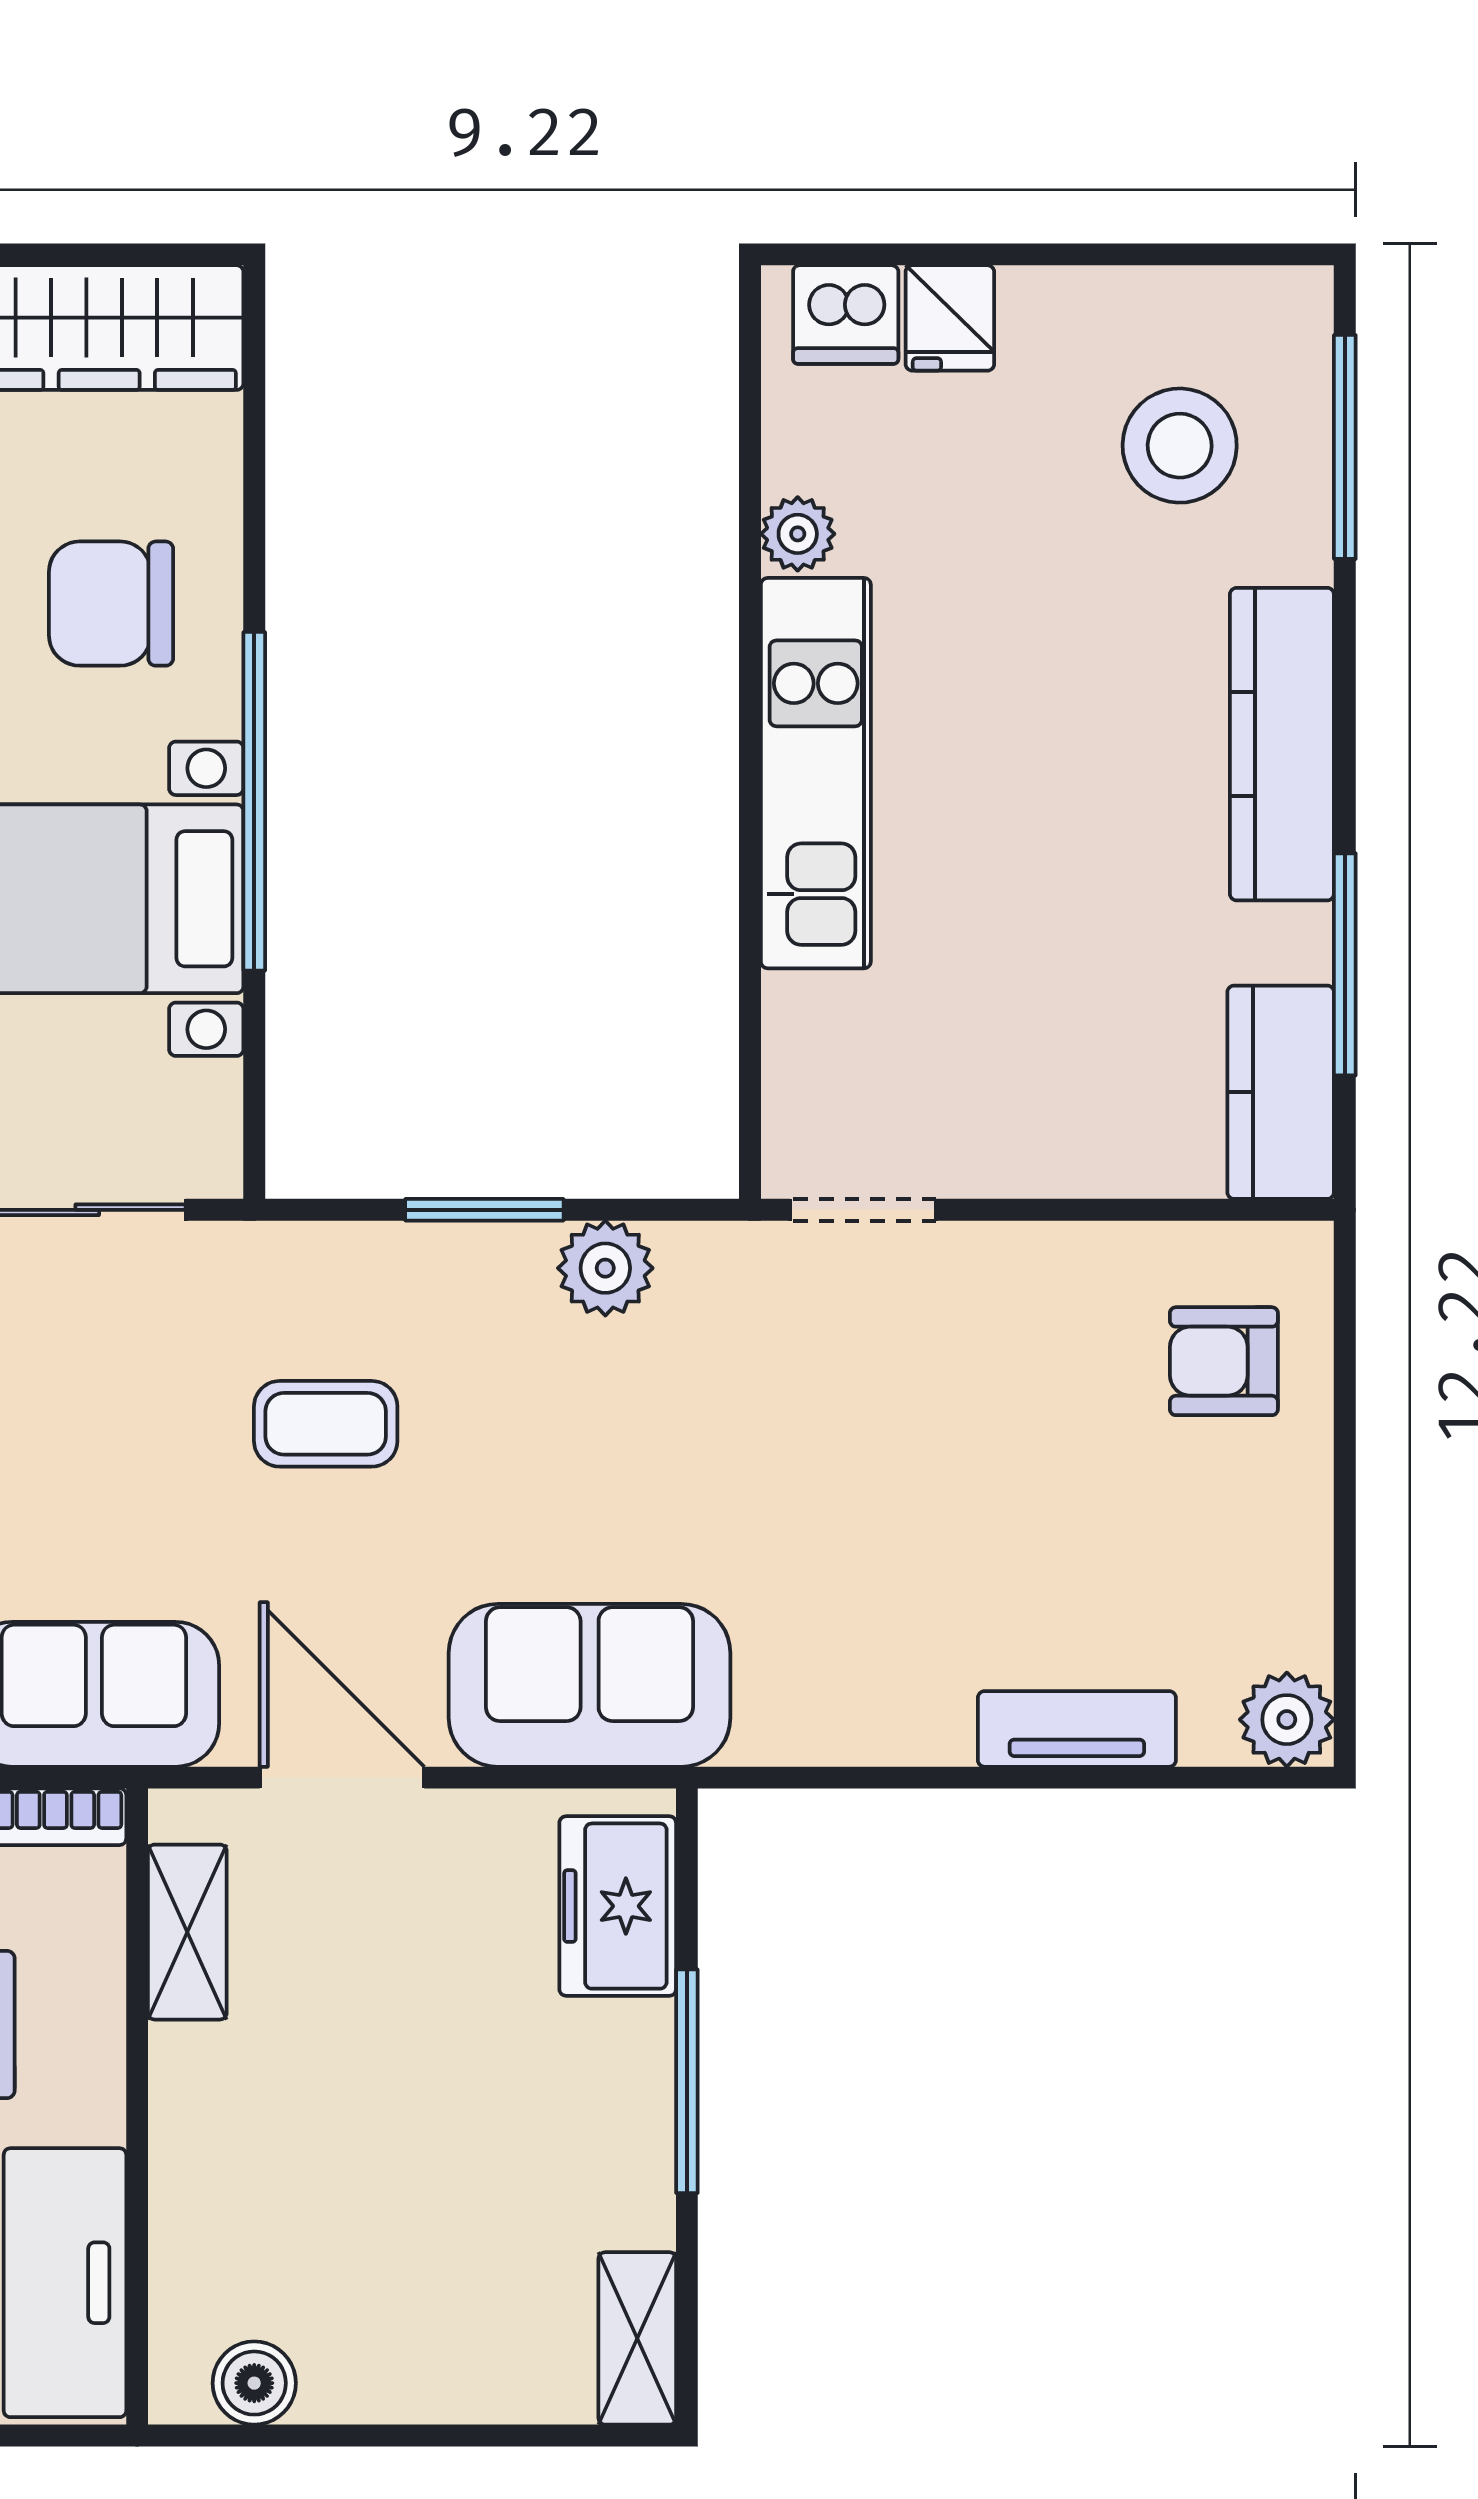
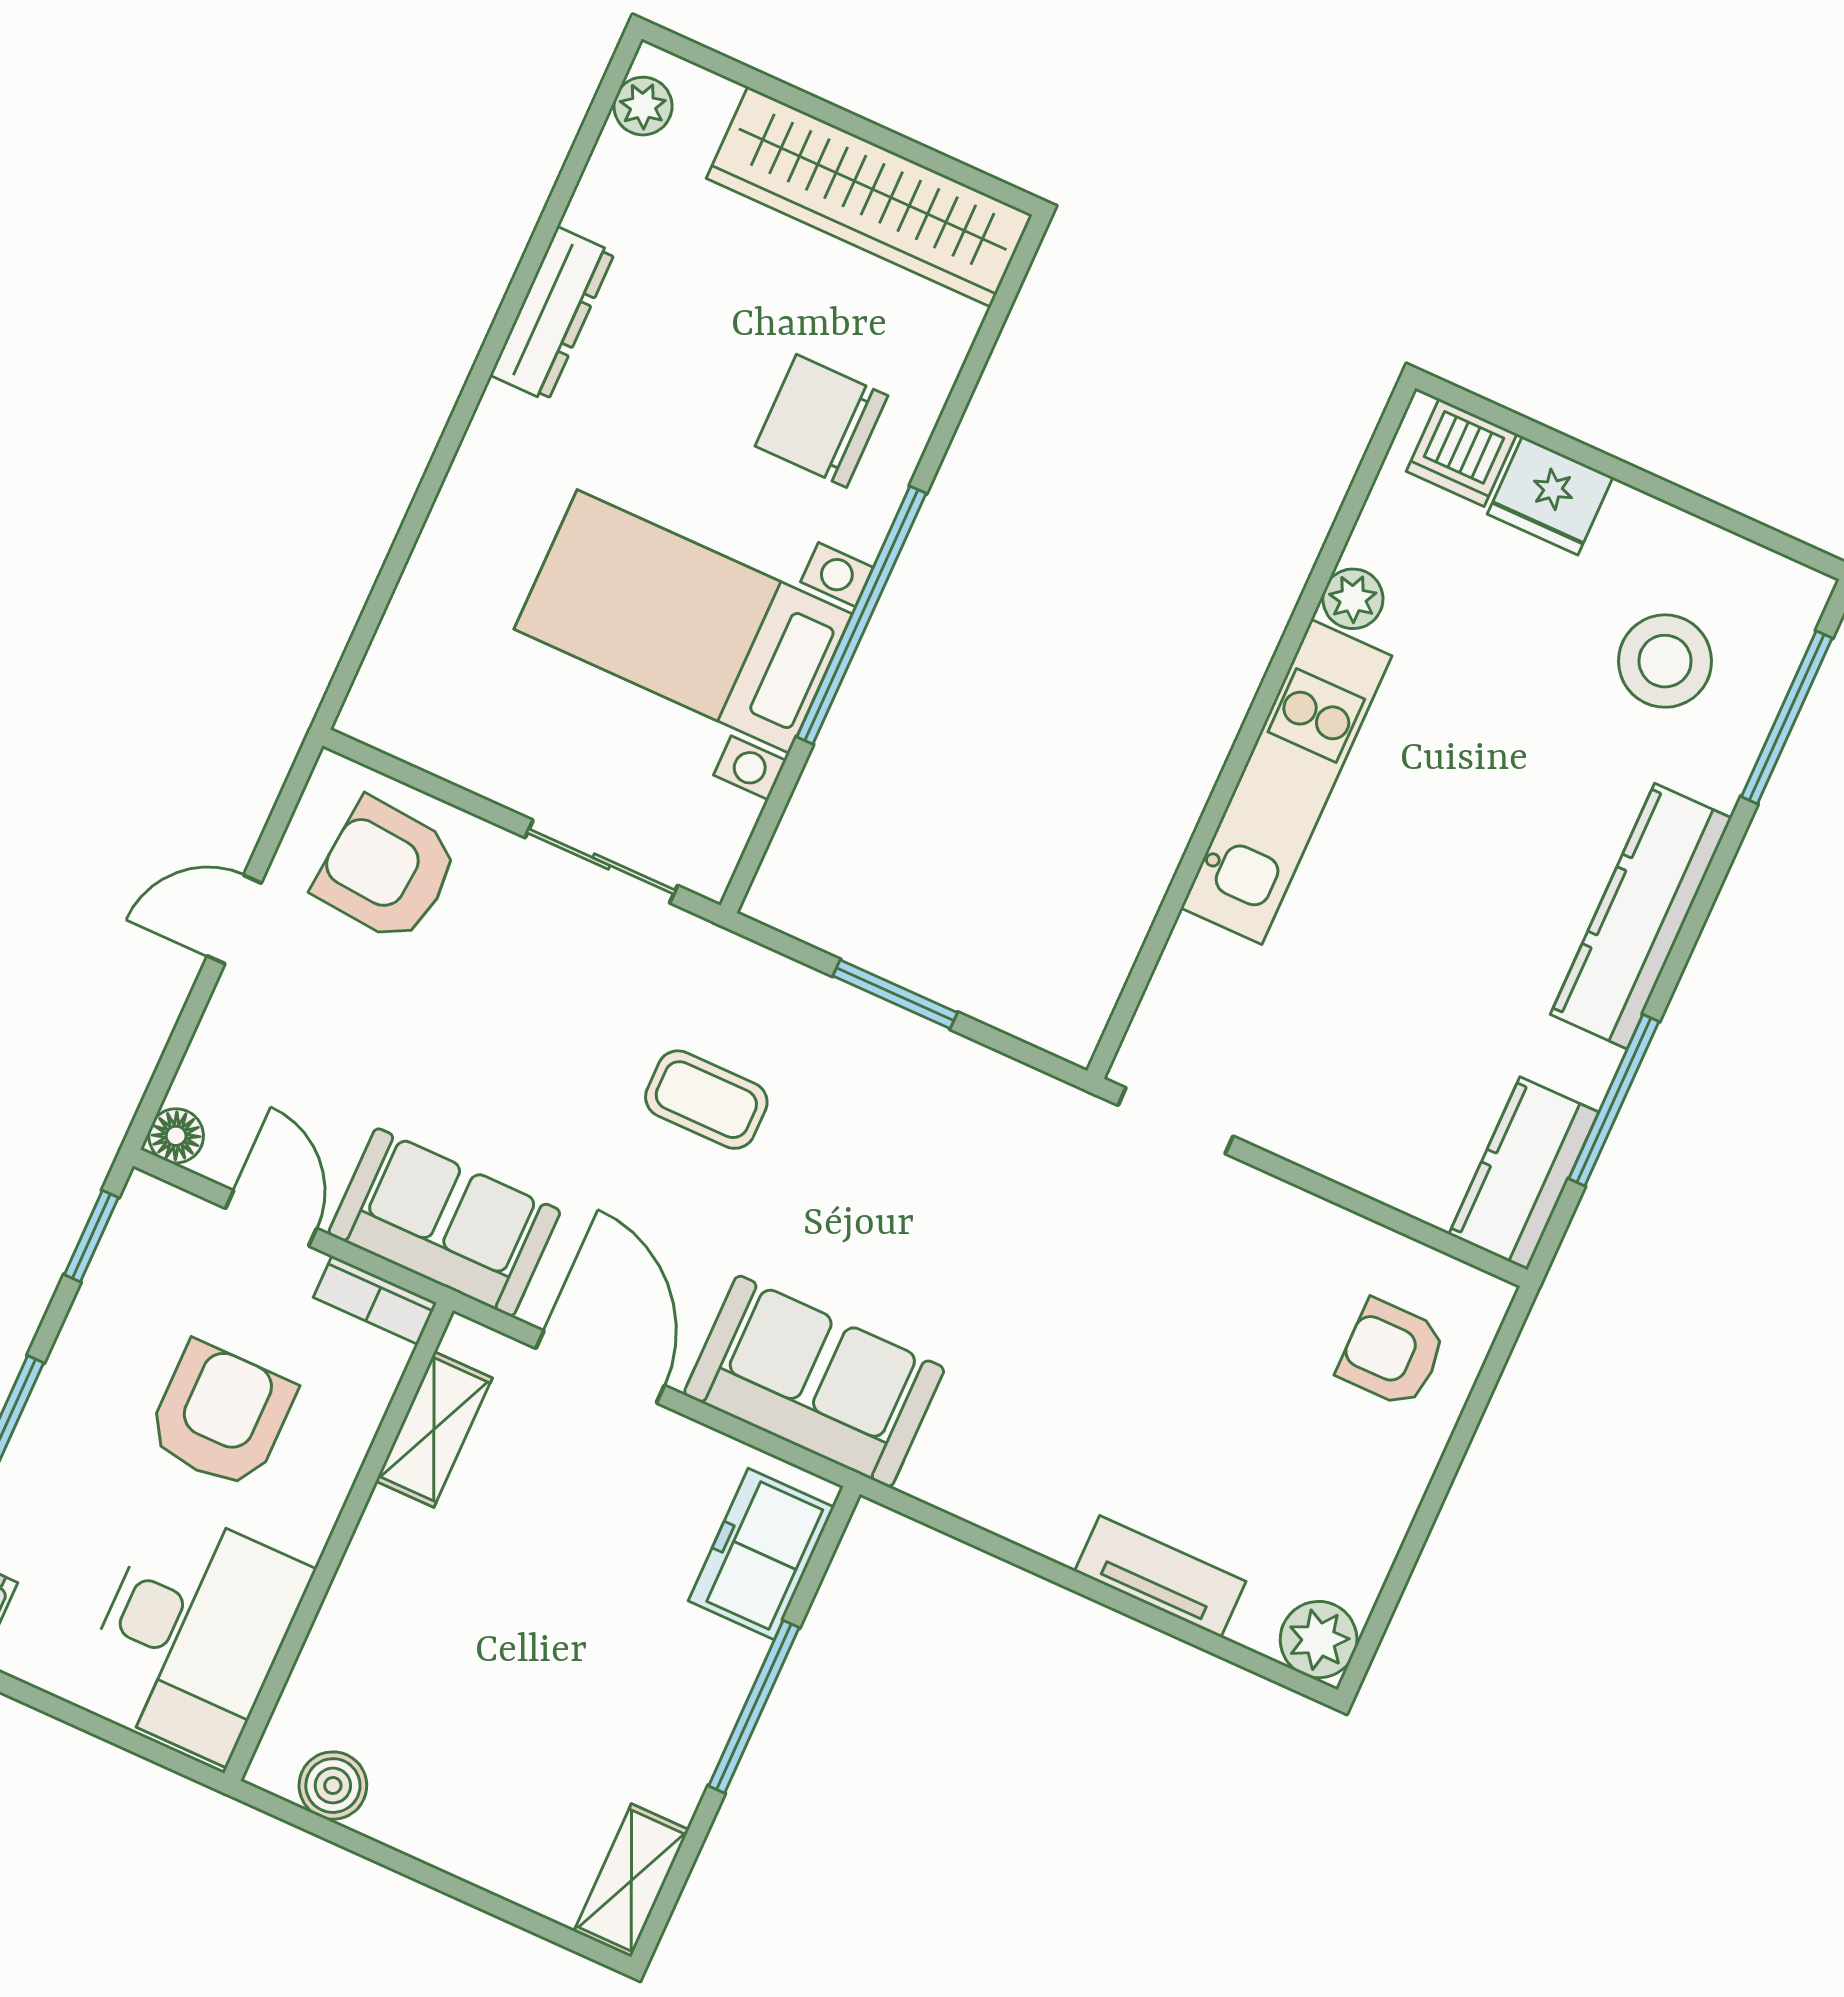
fridge: (950, 318) -> (1550, 496), width x1.38
plant: (605, 1268) -> (965, 1078), removed

